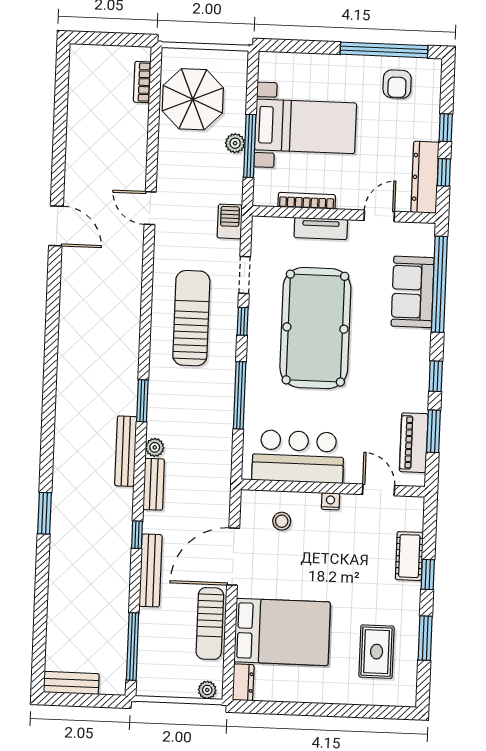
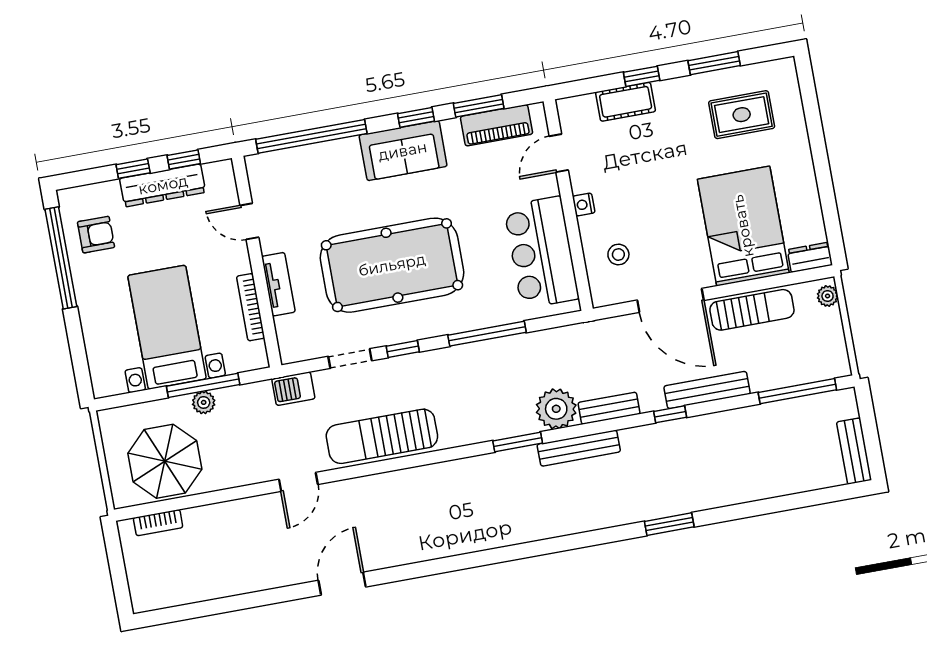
dresser: (425, 177) -> (163, 185), moved
sofa: (413, 292) -> (403, 151), moved
sun lounger: (191, 318) -> (382, 436), moved
plant: (155, 447) -> (556, 409), width x1.87, depth x1.87

